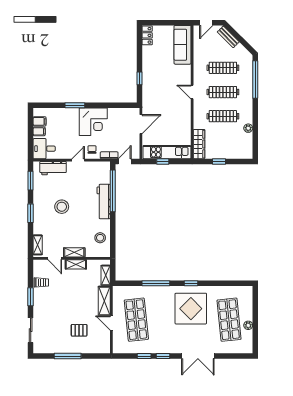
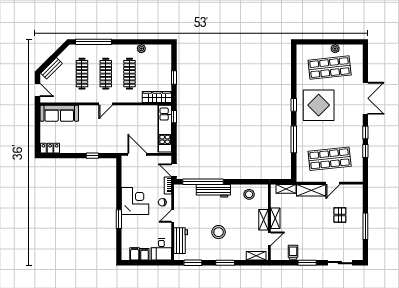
door: (78, 160) -> (173, 216), hinge flipped
window: (163, 161) -> (174, 117), moved

